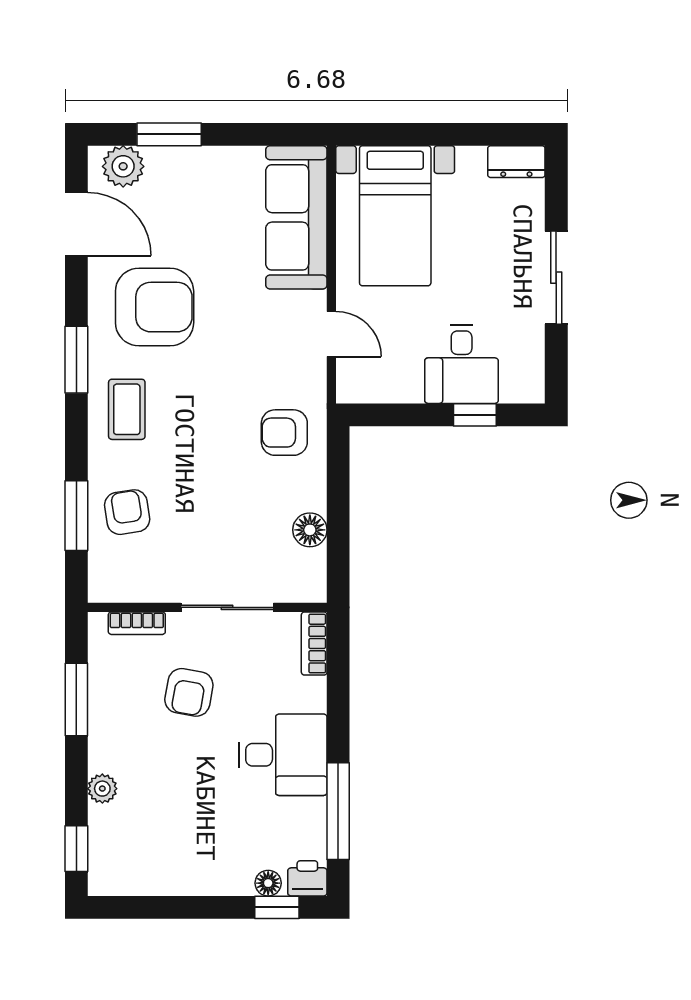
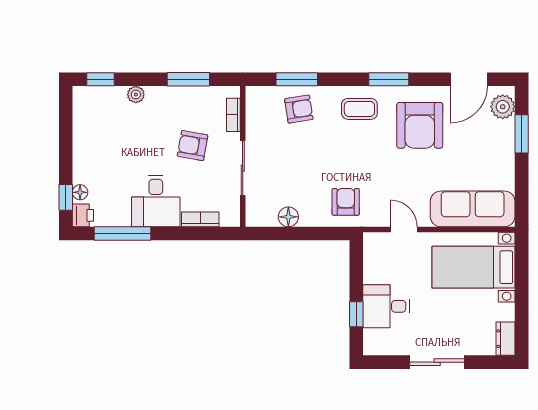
door: (331, 334) -> (404, 230), swing flipped
bookcase: (314, 644) -> (200, 219), moved

